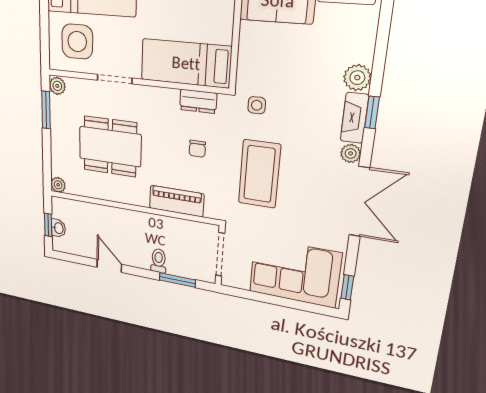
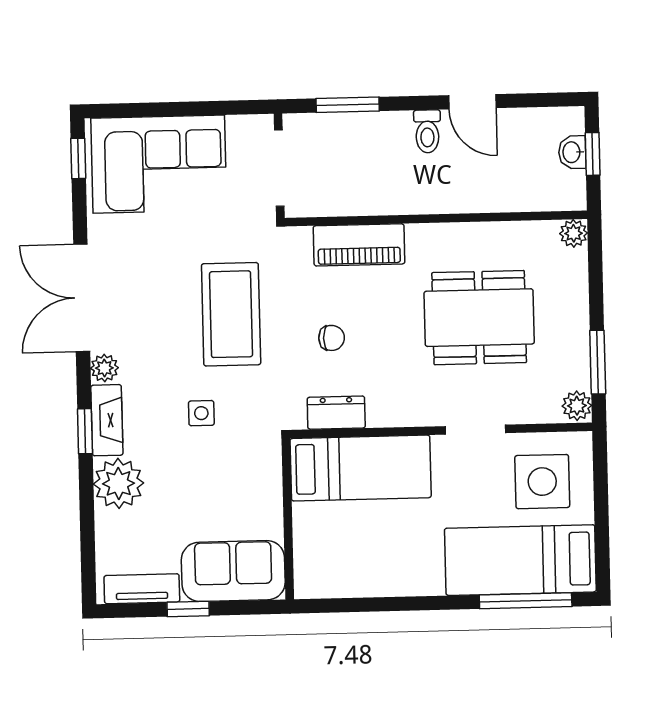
plant: (357, 78) -> (119, 483), width x1.36, depth x1.36
side table: (257, 105) -> (201, 413), moved
chair: (197, 149) -> (332, 338), turned 90
toilet: (159, 261) -> (427, 131), moved

